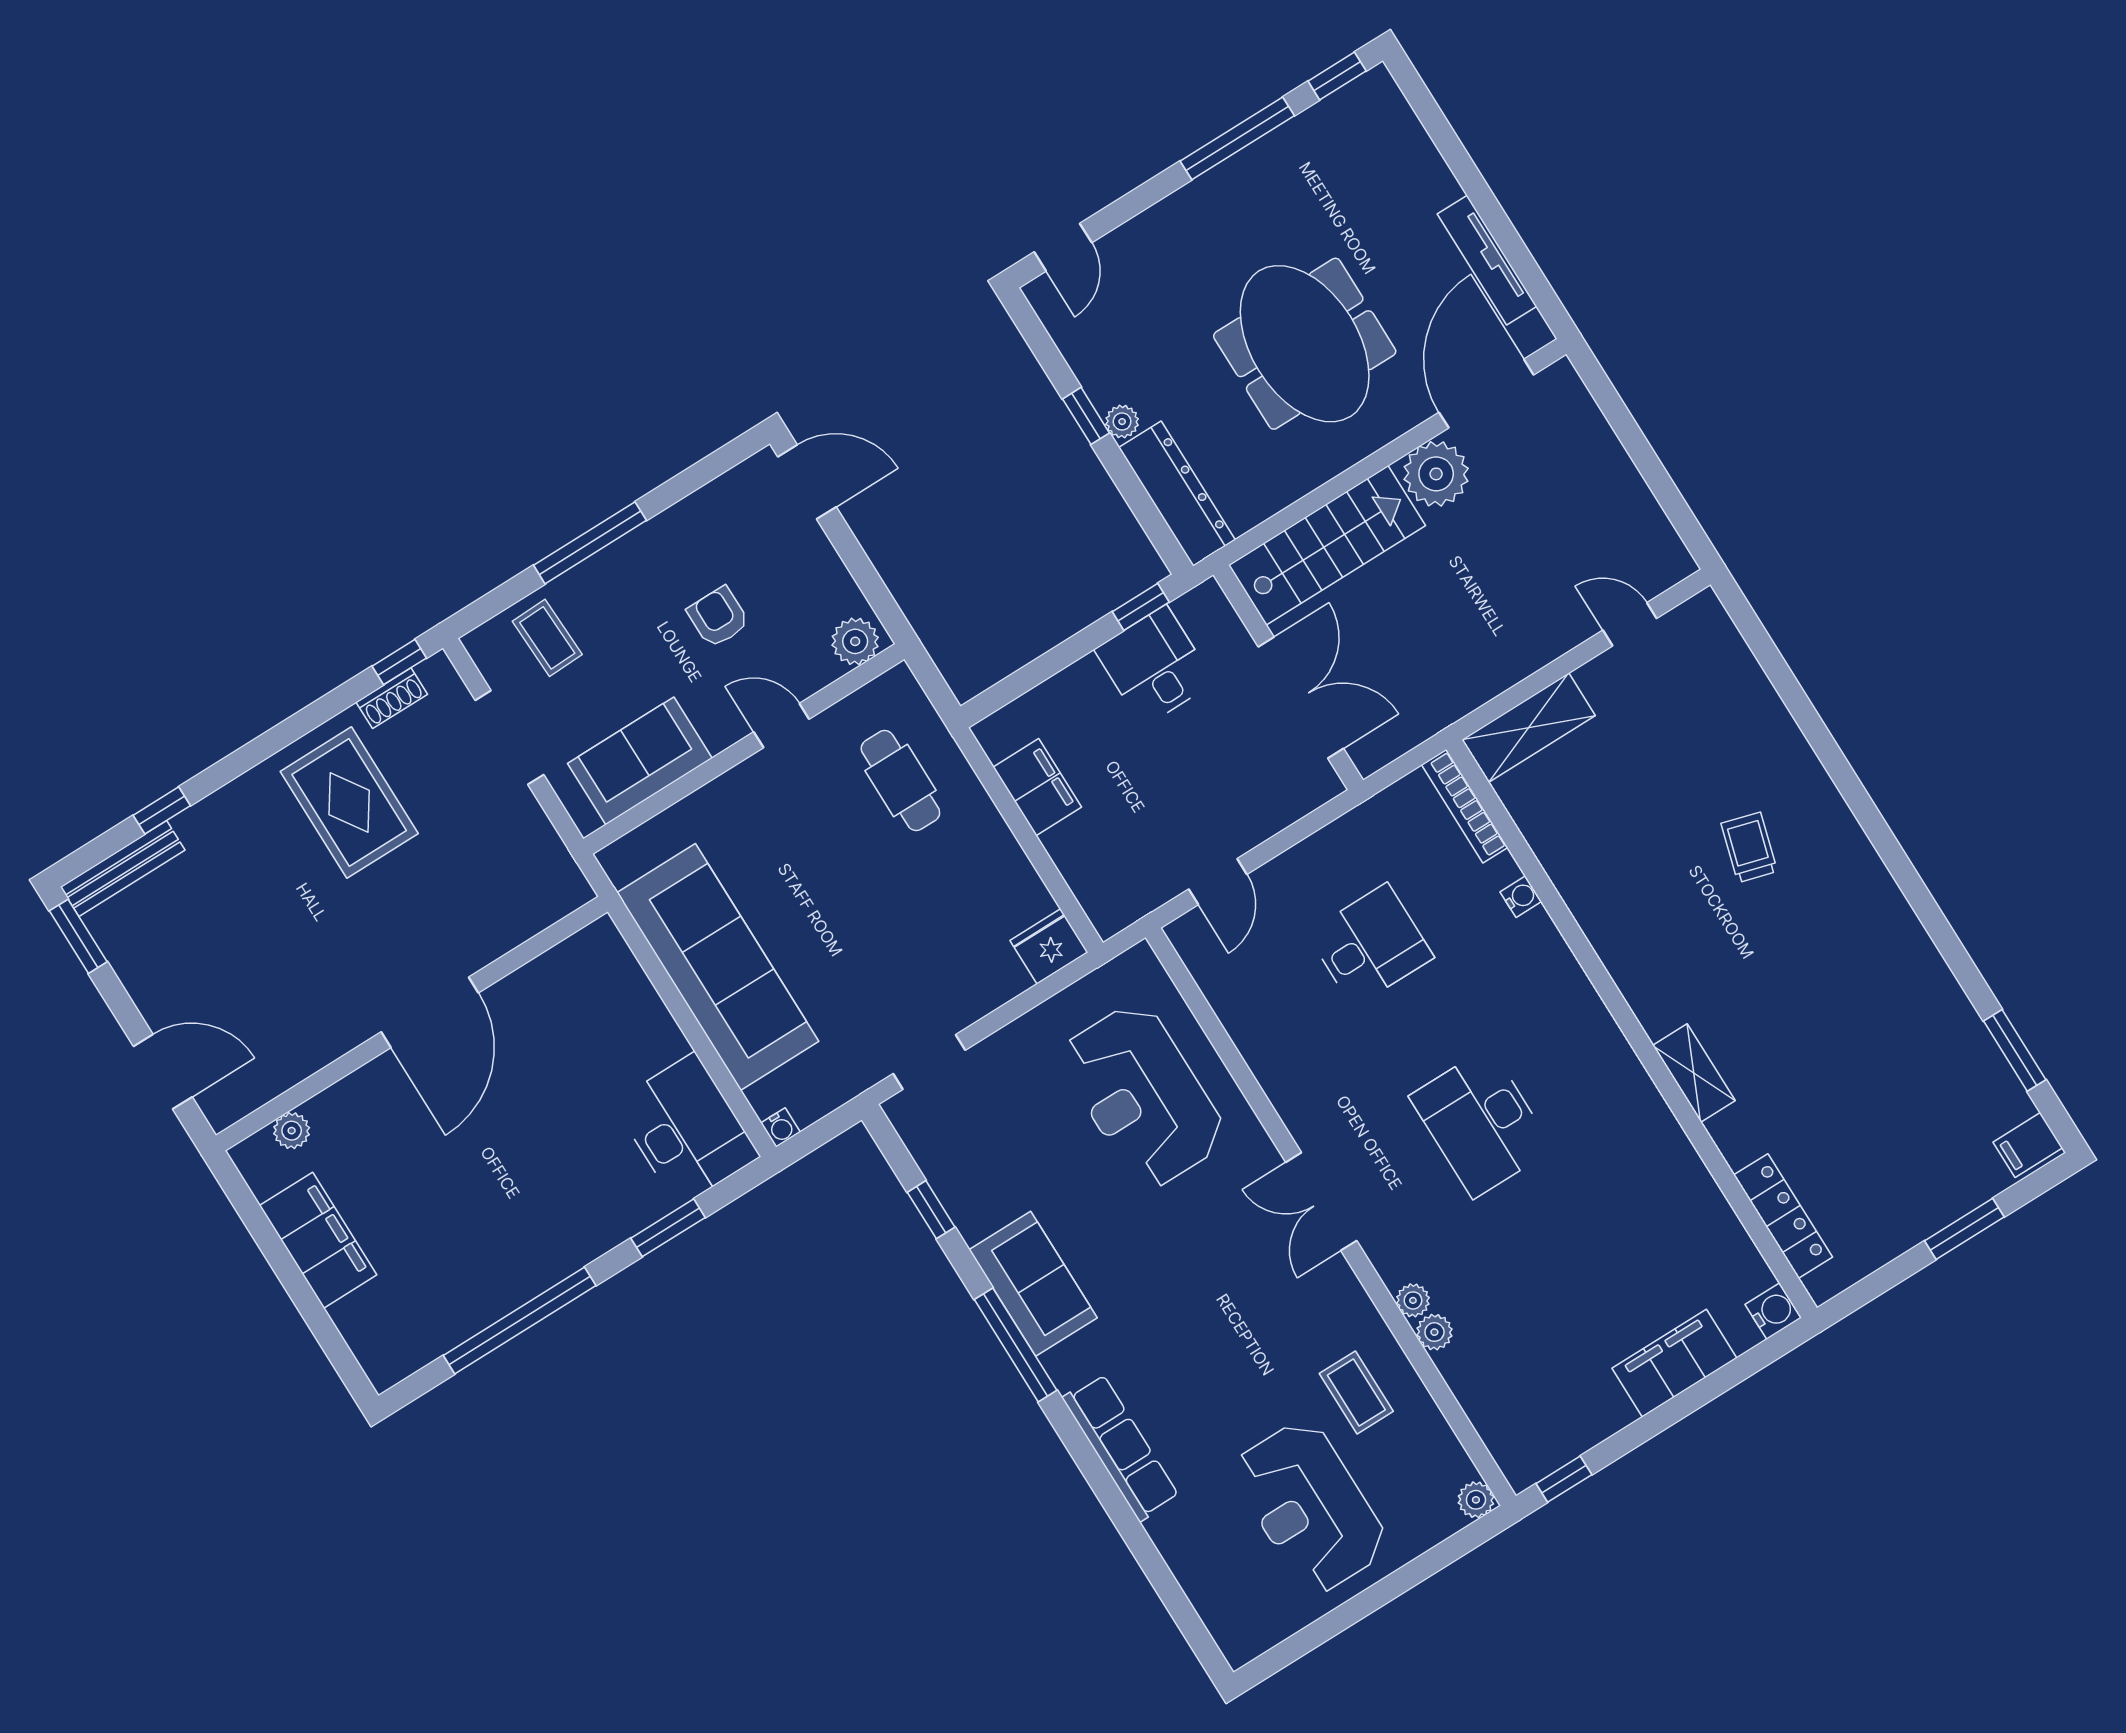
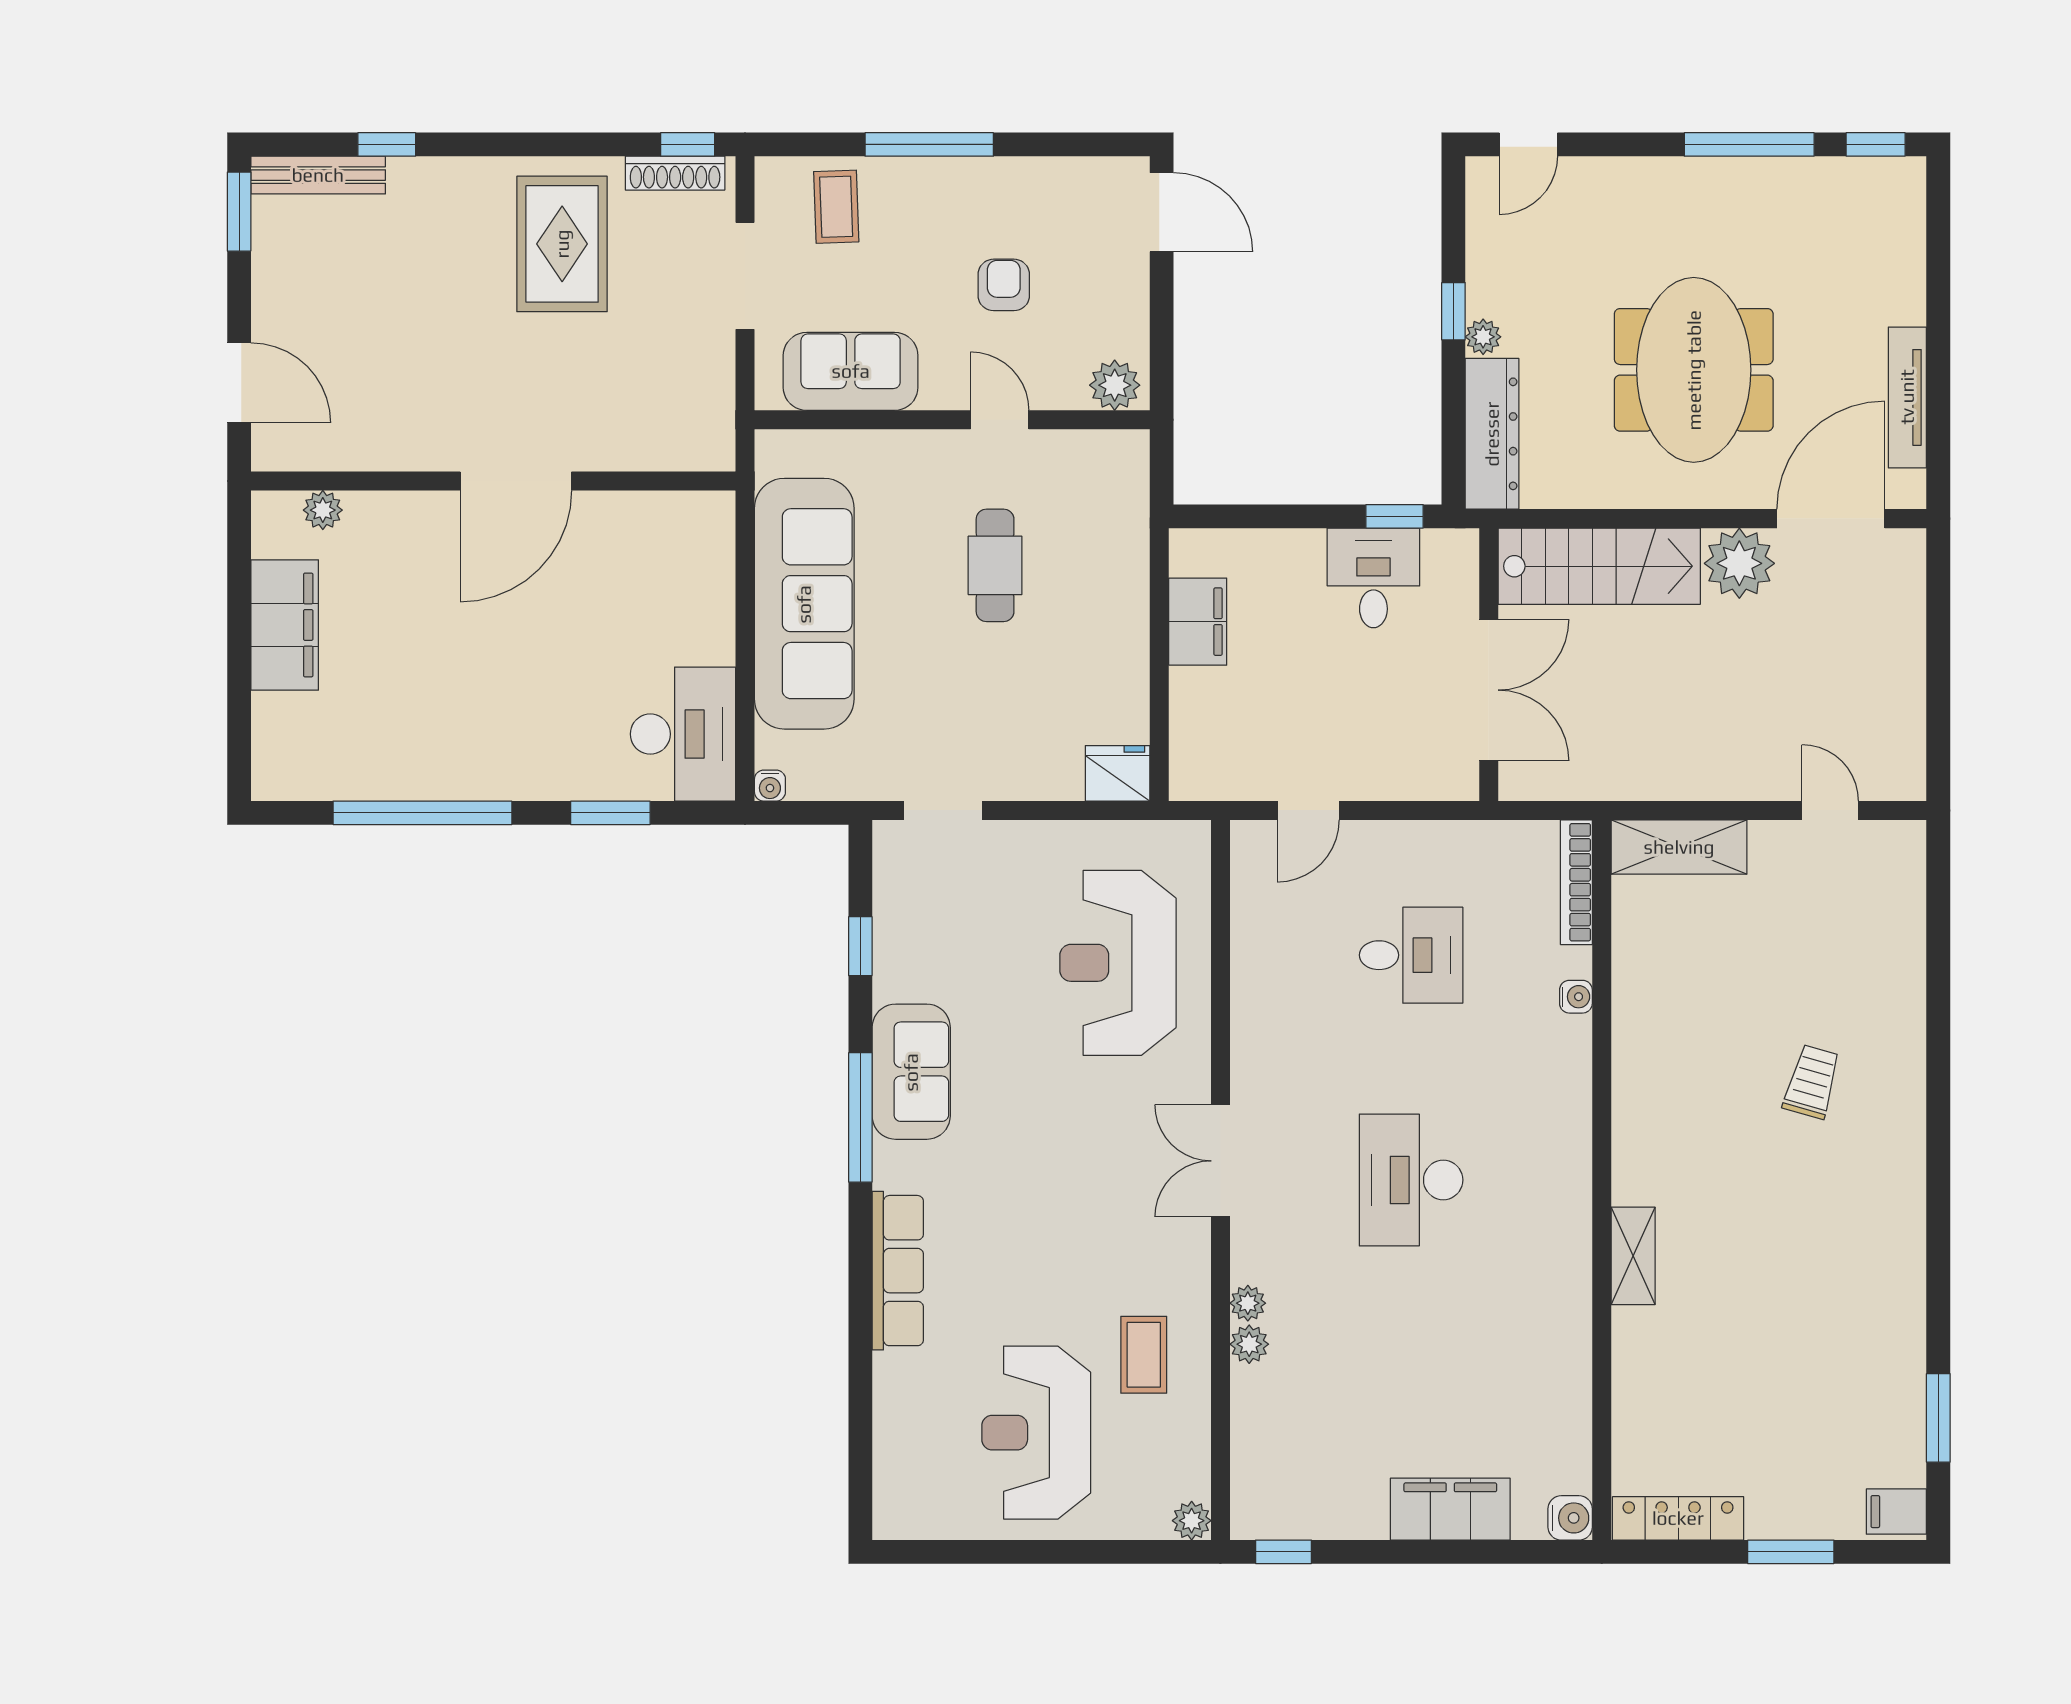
shoe rack: (392, 698) -> (675, 173), width x1.43
cafe table: (900, 781) -> (995, 565), moved
locker: (1783, 1216) -> (1678, 1518), moved, turned -90

